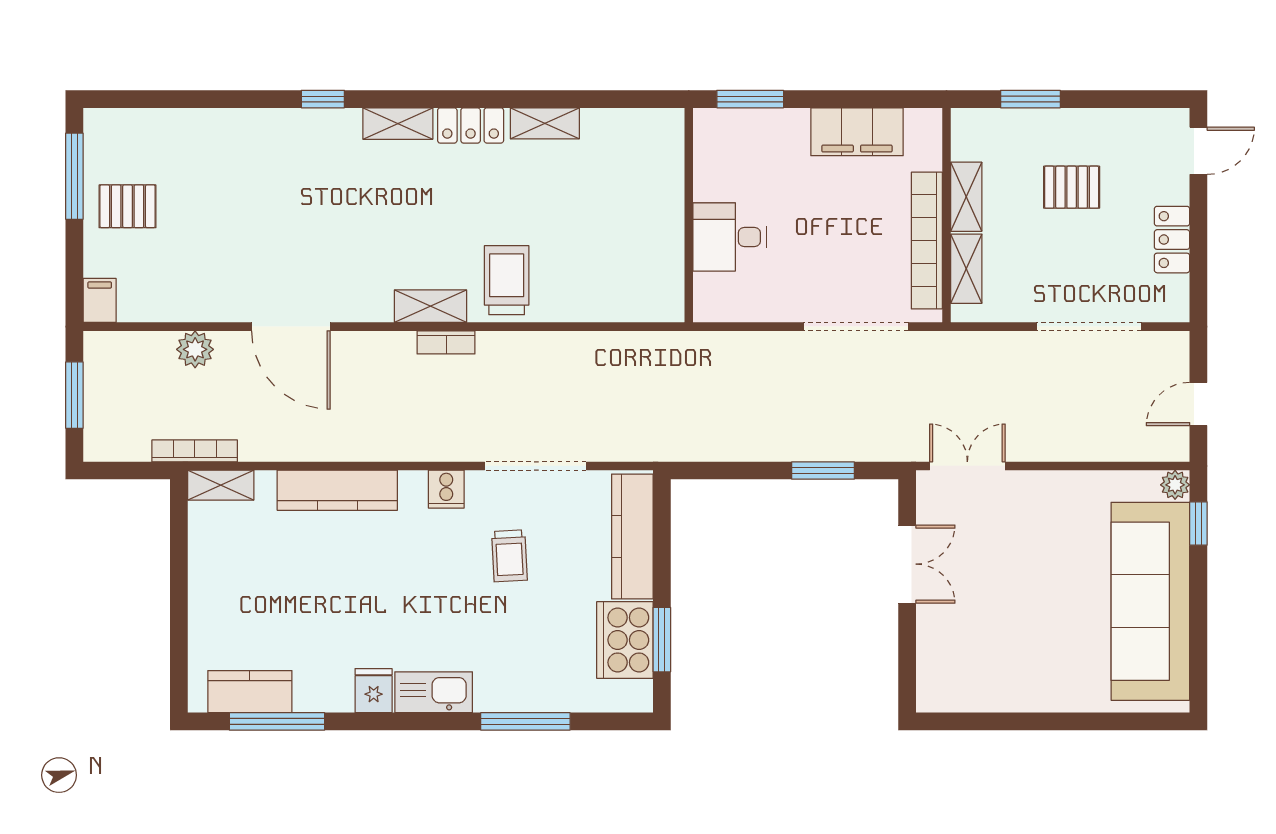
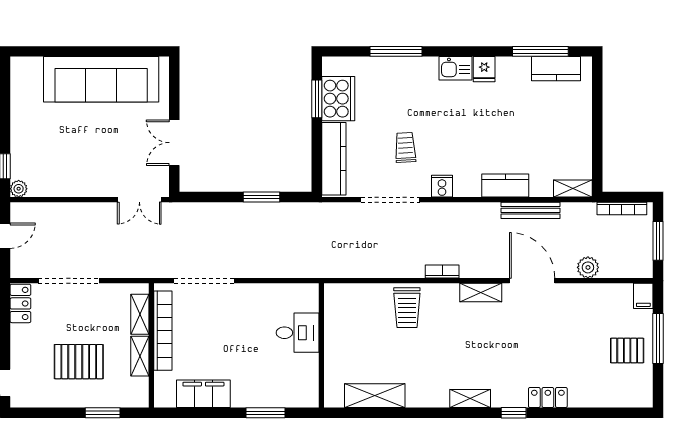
shelving: (545, 123) -> (375, 396), width x1.50, depth x1.33
locker: (471, 125) -> (548, 397), moved
window: (74, 176) -> (658, 338), moved
pallet: (1072, 187) -> (79, 362), width x1.50, depth x1.42
wall: (689, 215) -> (321, 345), moved
desk: (730, 237) -> (298, 333), moved
locker: (1172, 240) -> (20, 303), moved
shelving: (430, 306) -> (481, 292), moved
bench: (294, 448) -> (531, 210), added
bookcase: (195, 451) -> (622, 208), moved
window: (823, 471) -> (262, 197), moved
kitchen counter: (337, 490) -> (505, 186), width x0.67
sofa: (1150, 601) -> (101, 79), moved, turned 90
kitchen sink: (434, 692) -> (455, 68), width x0.73

